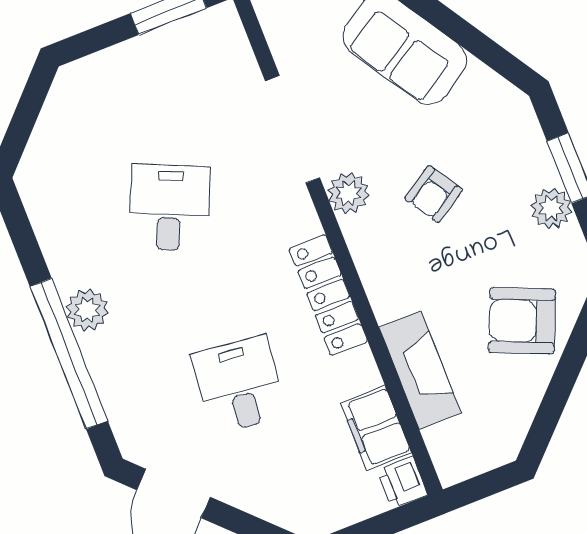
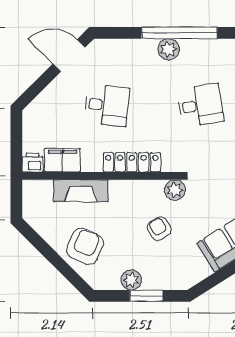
desk: (169, 208) -> (201, 105), turned -33
window: (69, 354) -> (179, 33), moved

